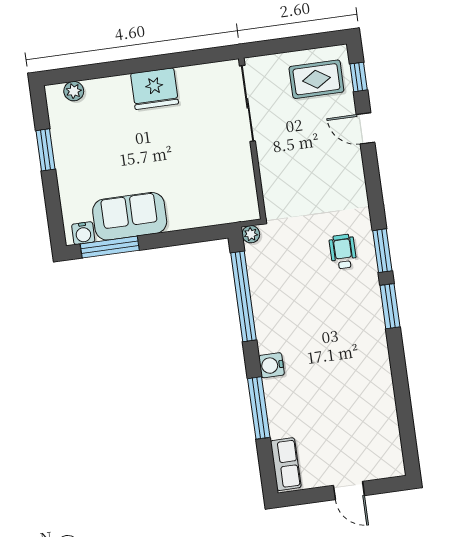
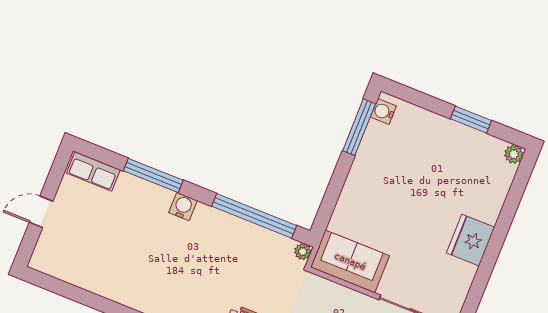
plant: (74, 91) -> (514, 154), moved
sofa: (130, 216) -> (350, 261), moved, turned -90

